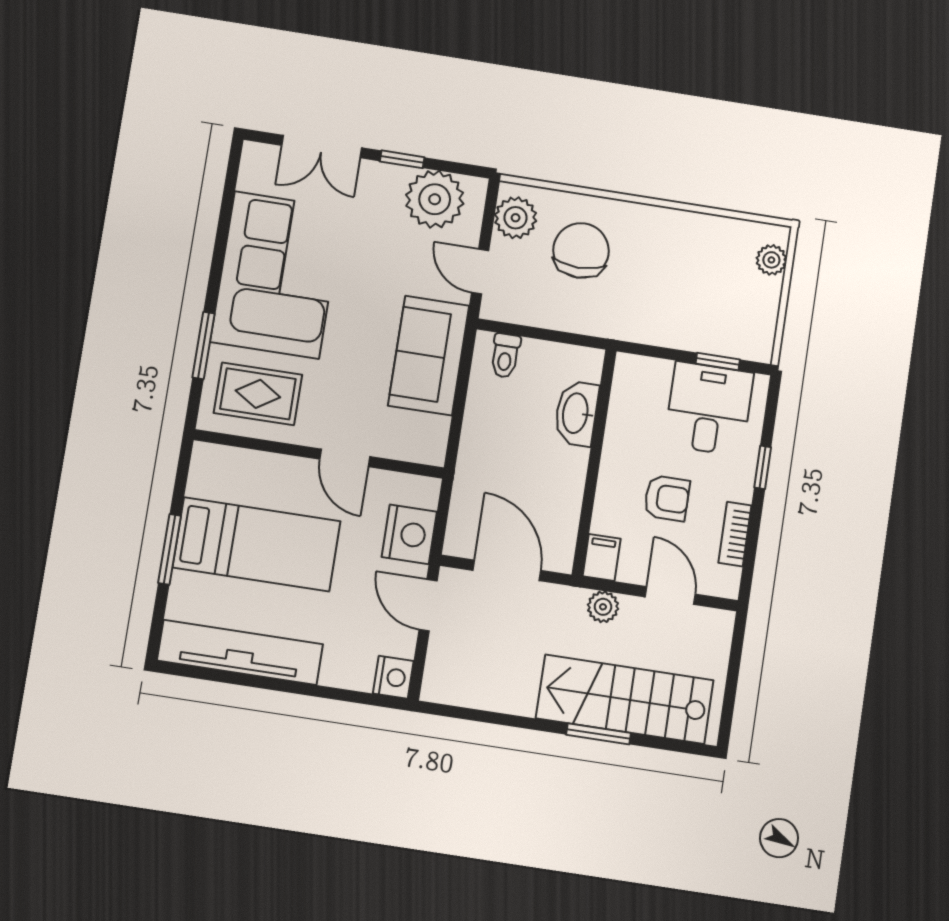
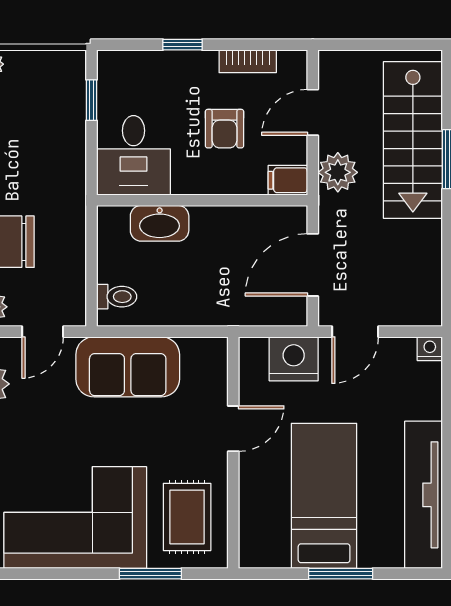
desk: (709, 409) -> (134, 155), moved, turned -90
armchair: (667, 498) -> (224, 129), turned 180
plant: (603, 607) -> (338, 172), width x1.38, depth x1.38
nightstand: (393, 677) -> (430, 349), width x0.72, depth x0.74

